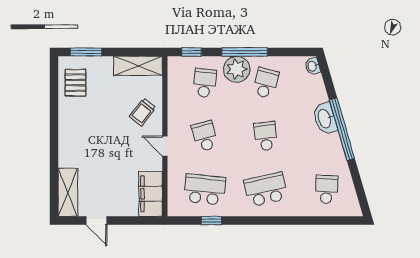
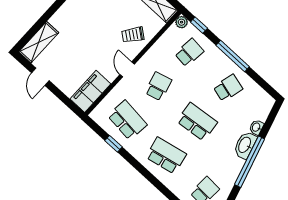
washbasin: (313, 66) -> (256, 127), moved
plant: (237, 69) -> (182, 22), moved, width x0.53, depth x0.53
school desk: (266, 136) -> (197, 122), width x1.85

